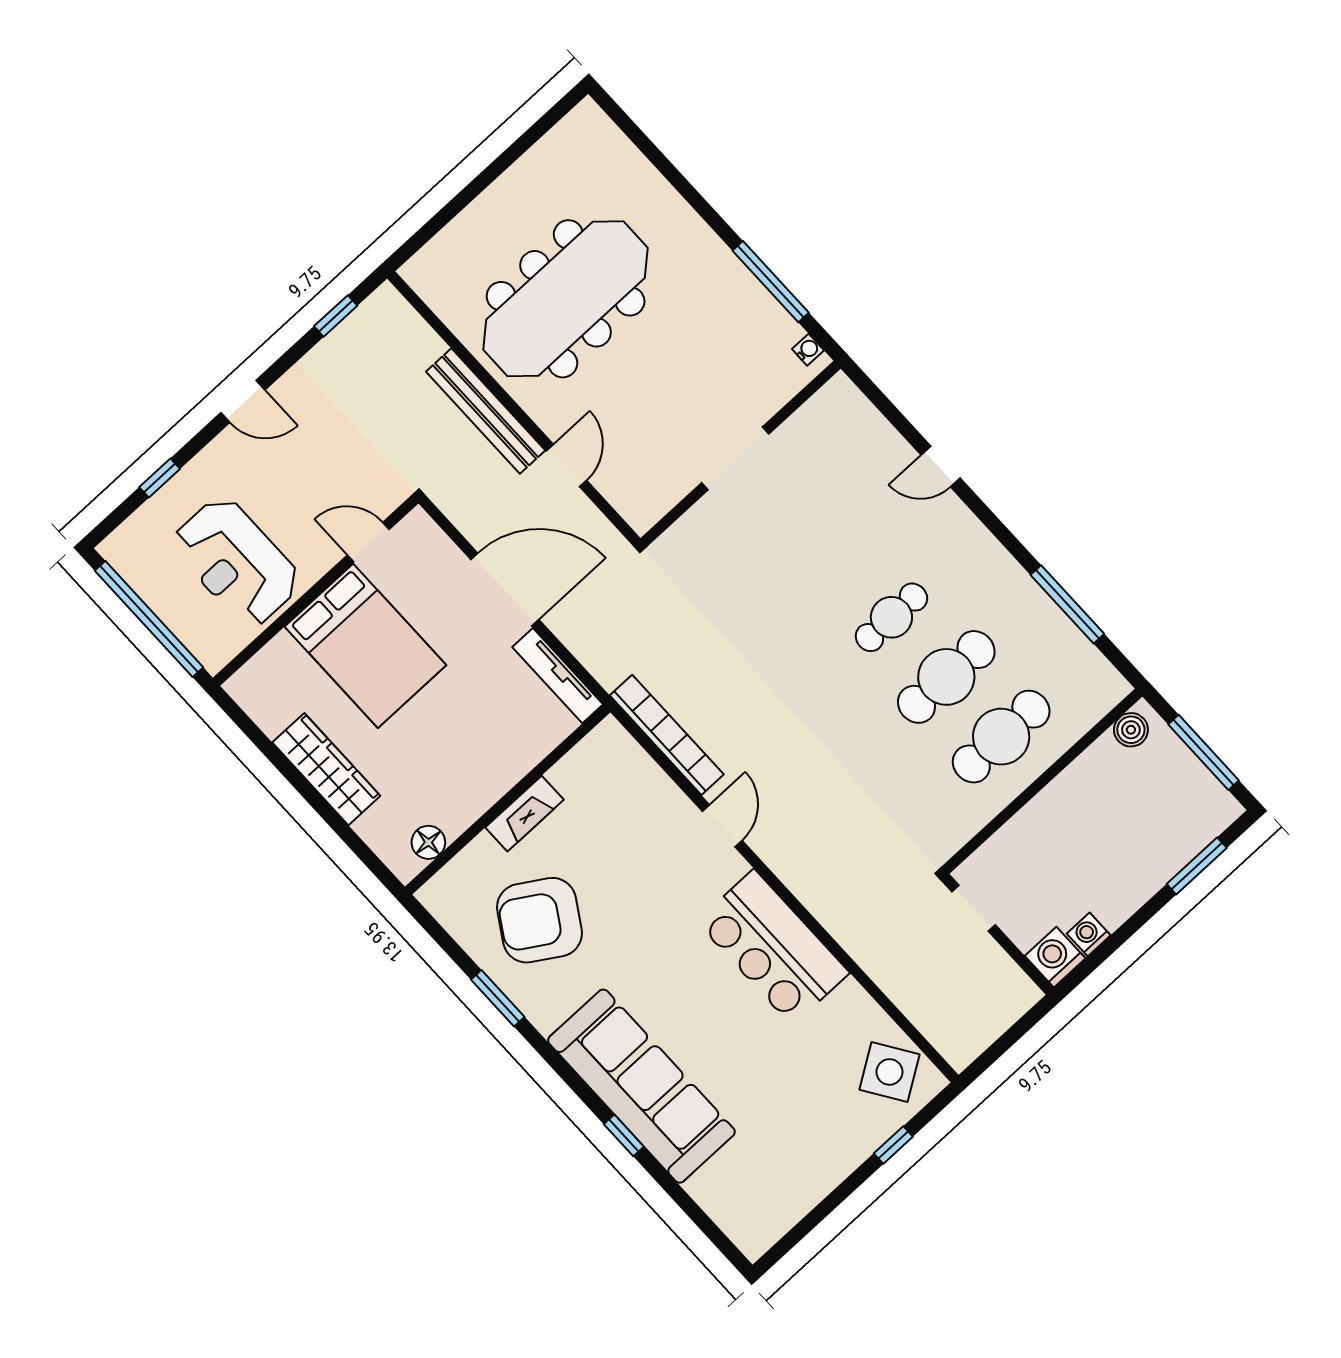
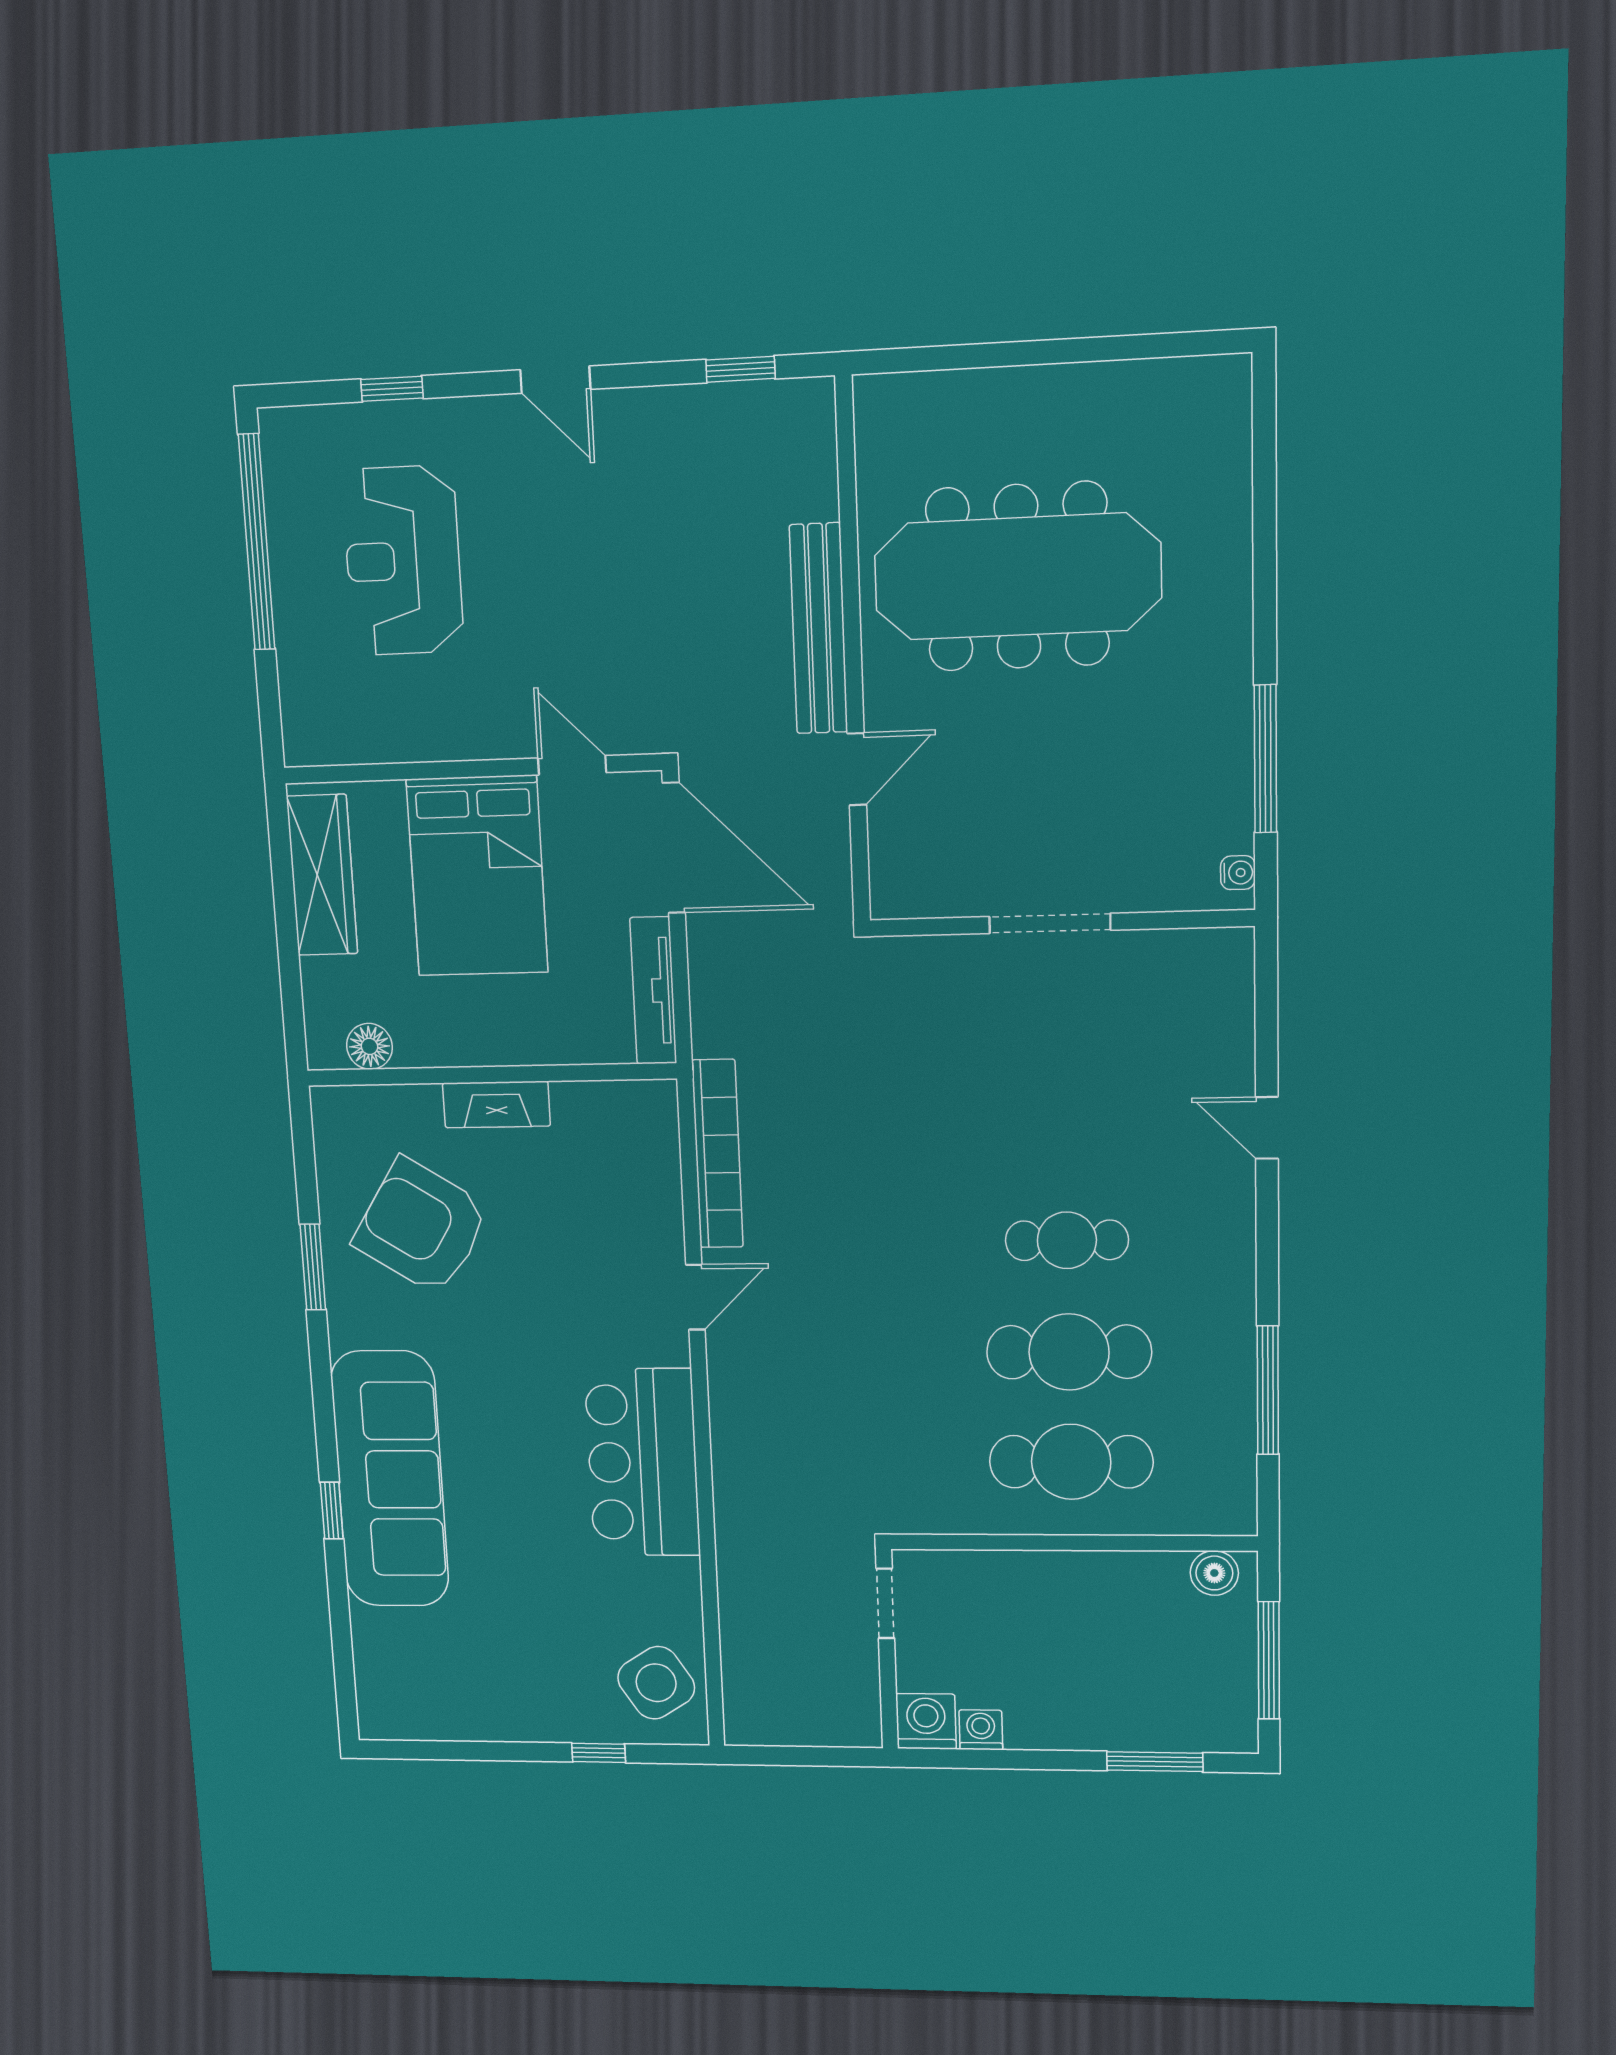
door: (368, 542) -> (572, 765), moved
wall: (316, 591) -> (471, 769), moved
bed: (365, 646) -> (477, 876), moved

